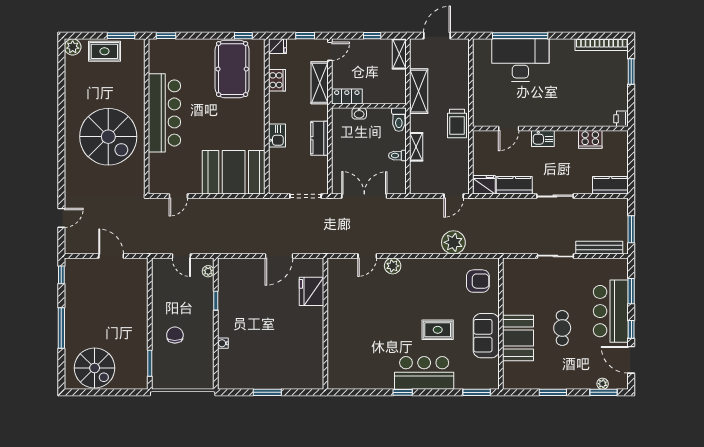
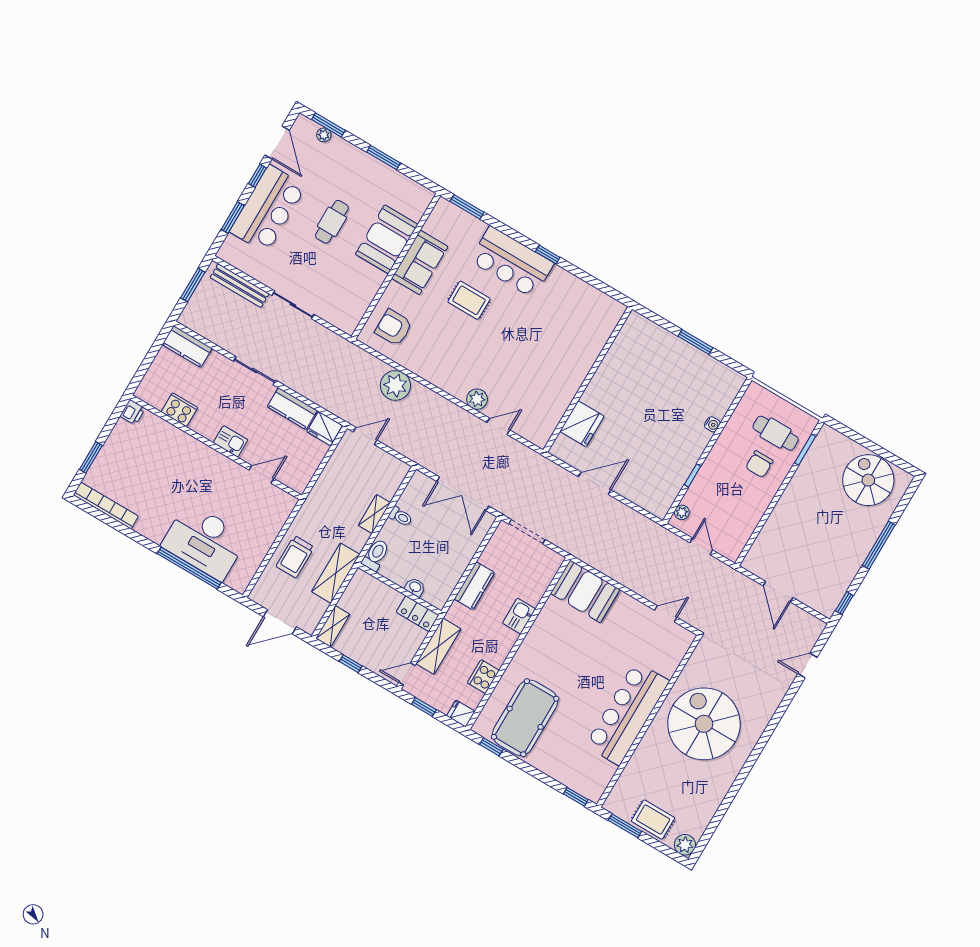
trolley: (457, 123) -> (295, 557), moved, turned 180
booth: (234, 172) -> (585, 591), width x0.73, depth x0.70
cafe table: (176, 363) -> (776, 433), added

